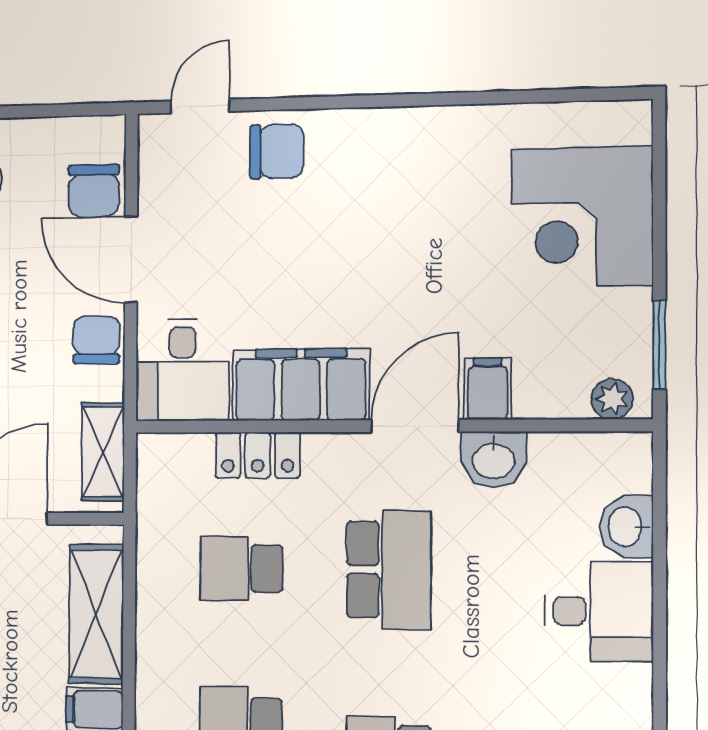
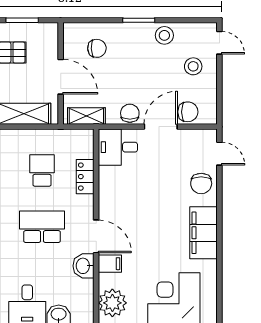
chair: (94, 191) -> (188, 112), turned 180
chair: (96, 340) -> (130, 113), turned -90
filing cabinet: (301, 385) -> (204, 233), moved, turned 180
plant: (612, 399) -> (112, 303), width x1.87, depth x1.87
school desk: (389, 570) -> (42, 227), turned 180

